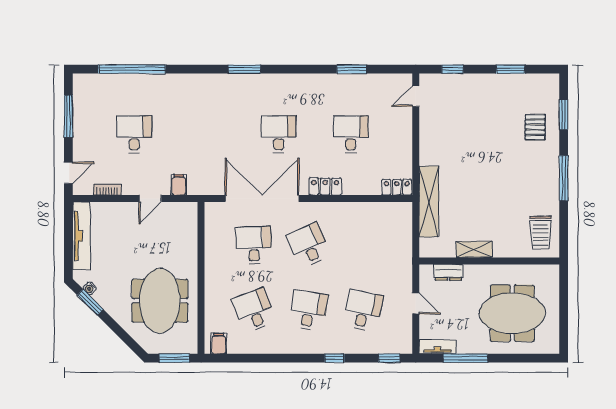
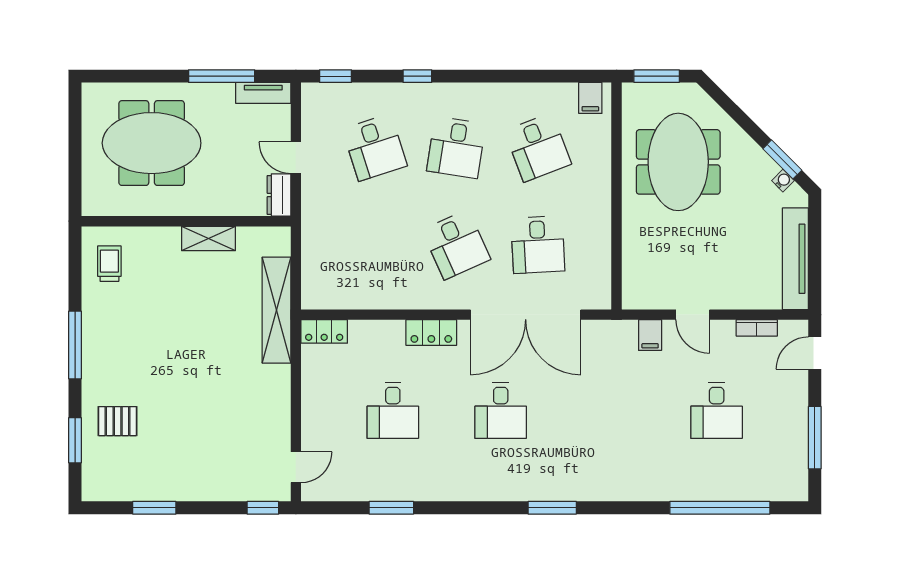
window: (453, 69) -> (263, 508), moved
pallet: (535, 127) -> (118, 421), turned 90
door: (150, 198) -> (693, 315), swing flipped
trolley: (541, 233) -> (109, 264), width x0.73, depth x0.72
dresser: (448, 272) -> (279, 195), moved, turned -90
desk: (363, 310) -> (375, 147), turned -30

